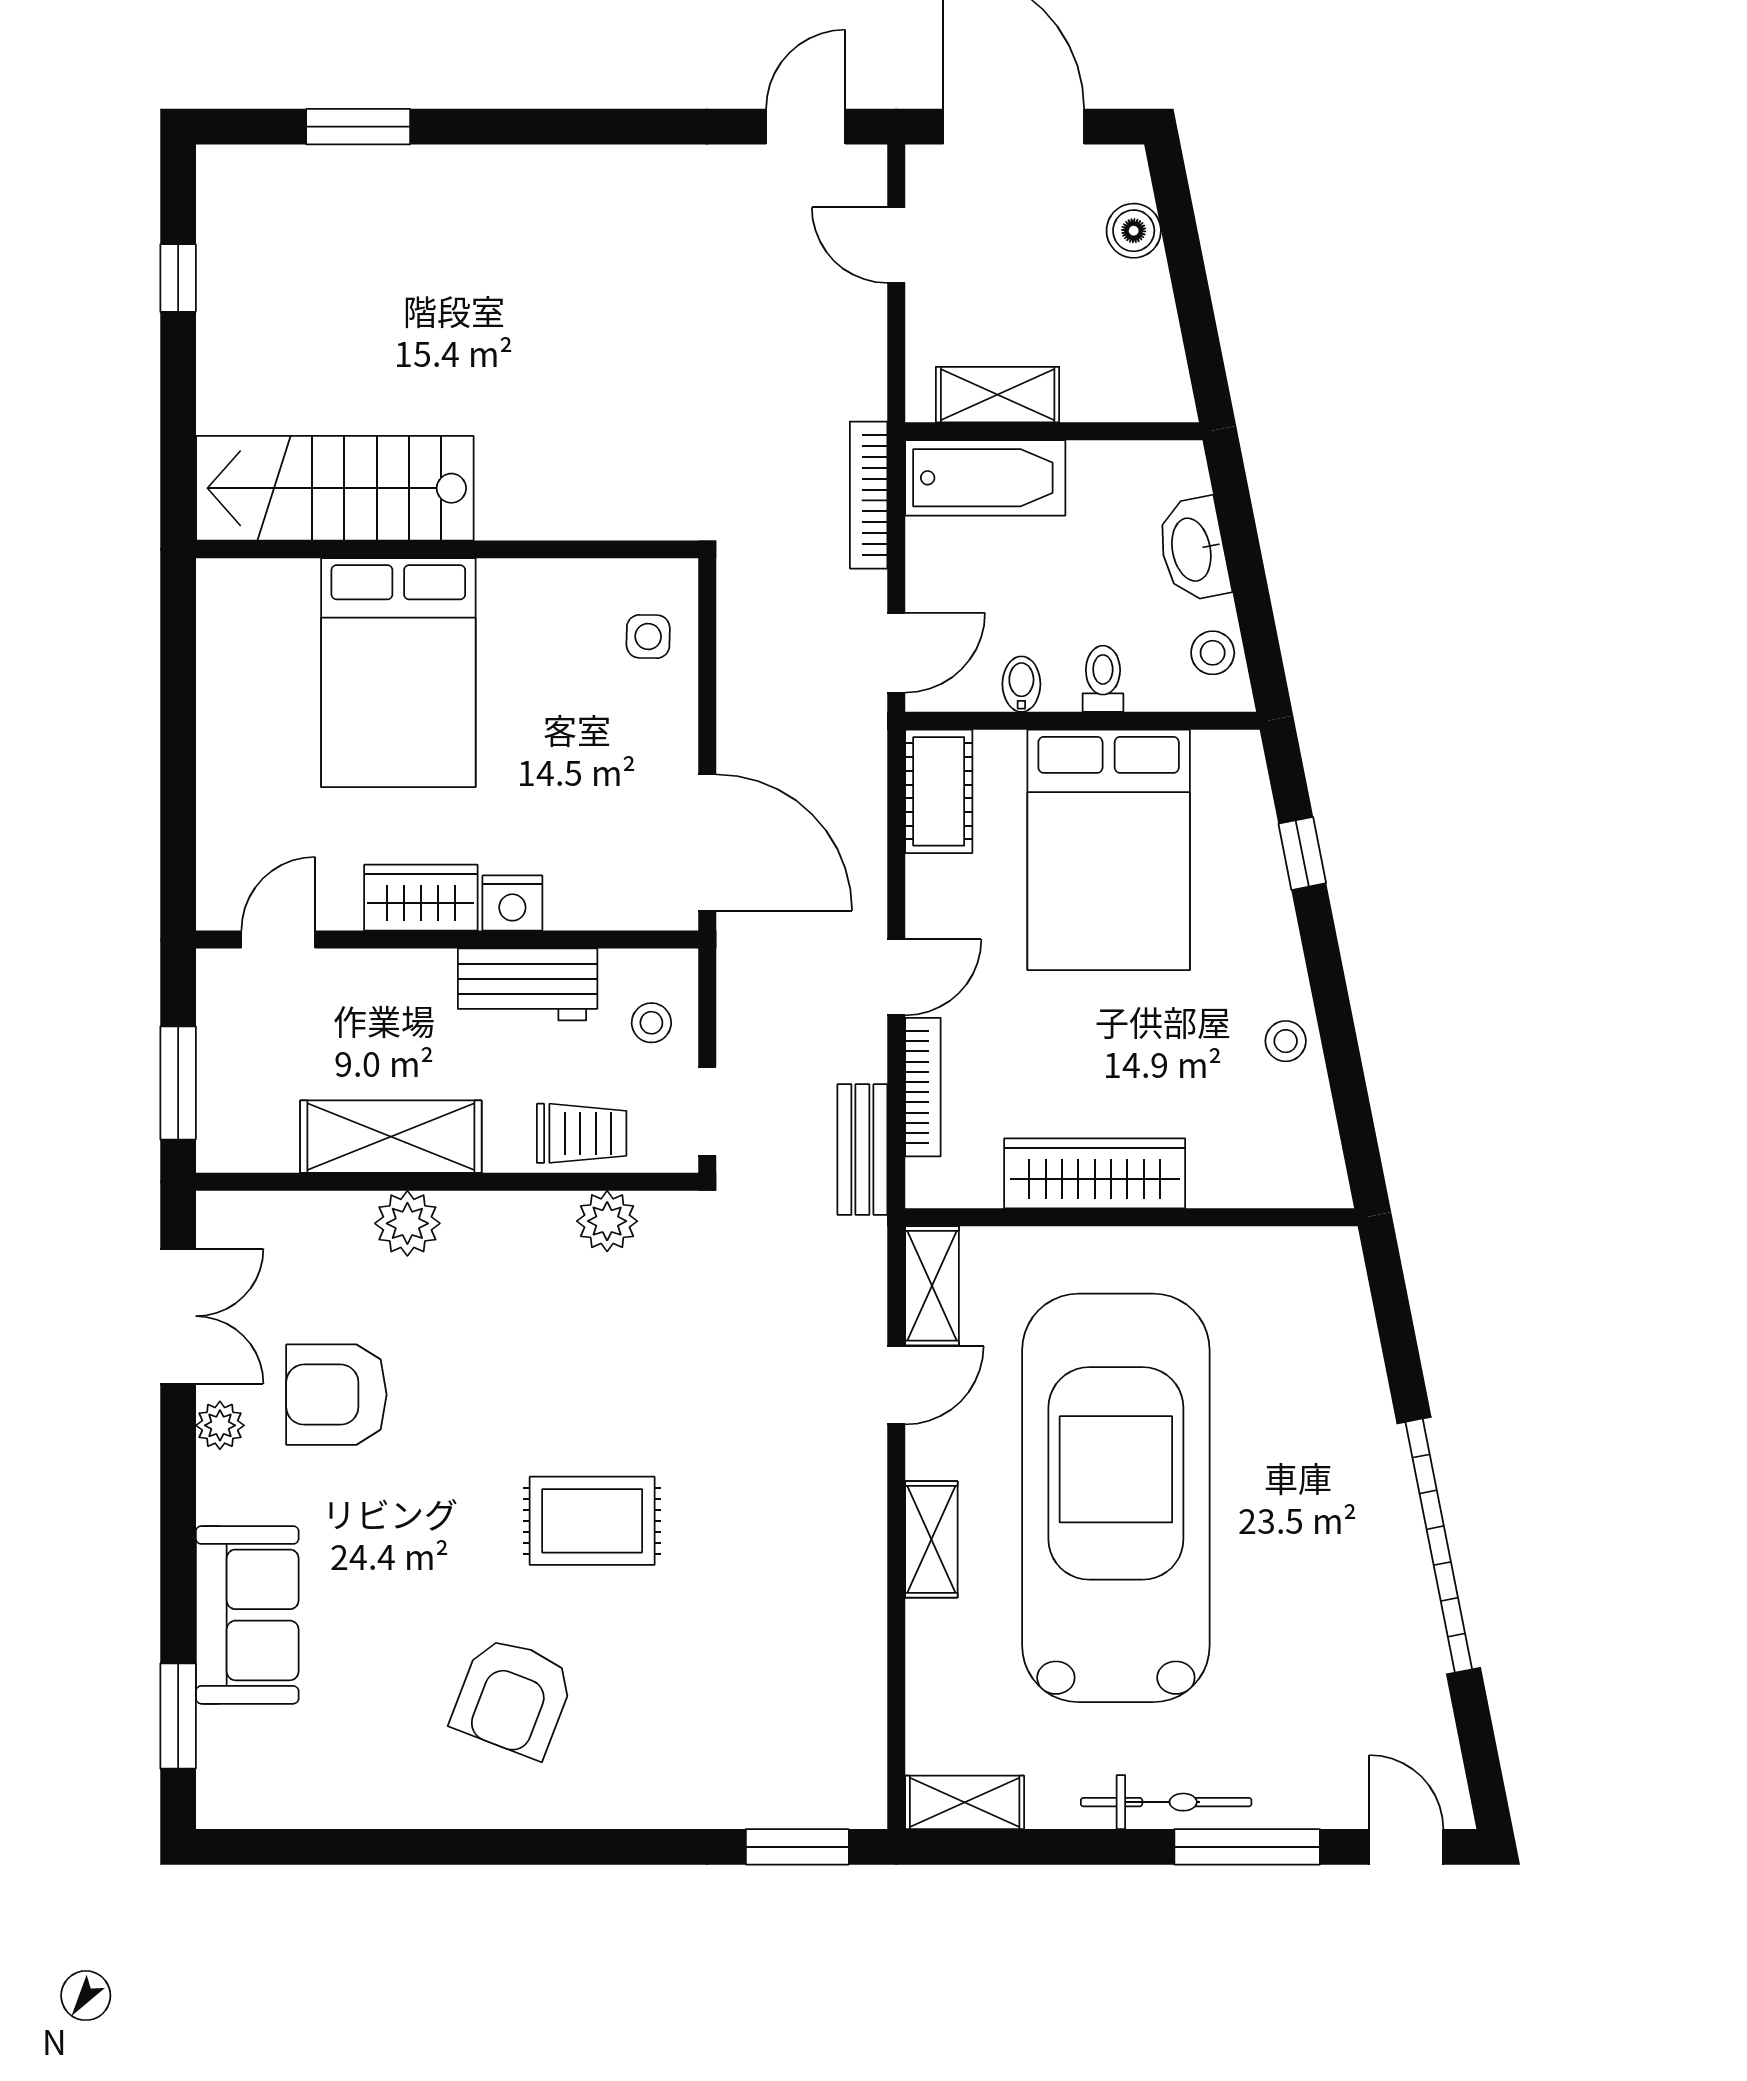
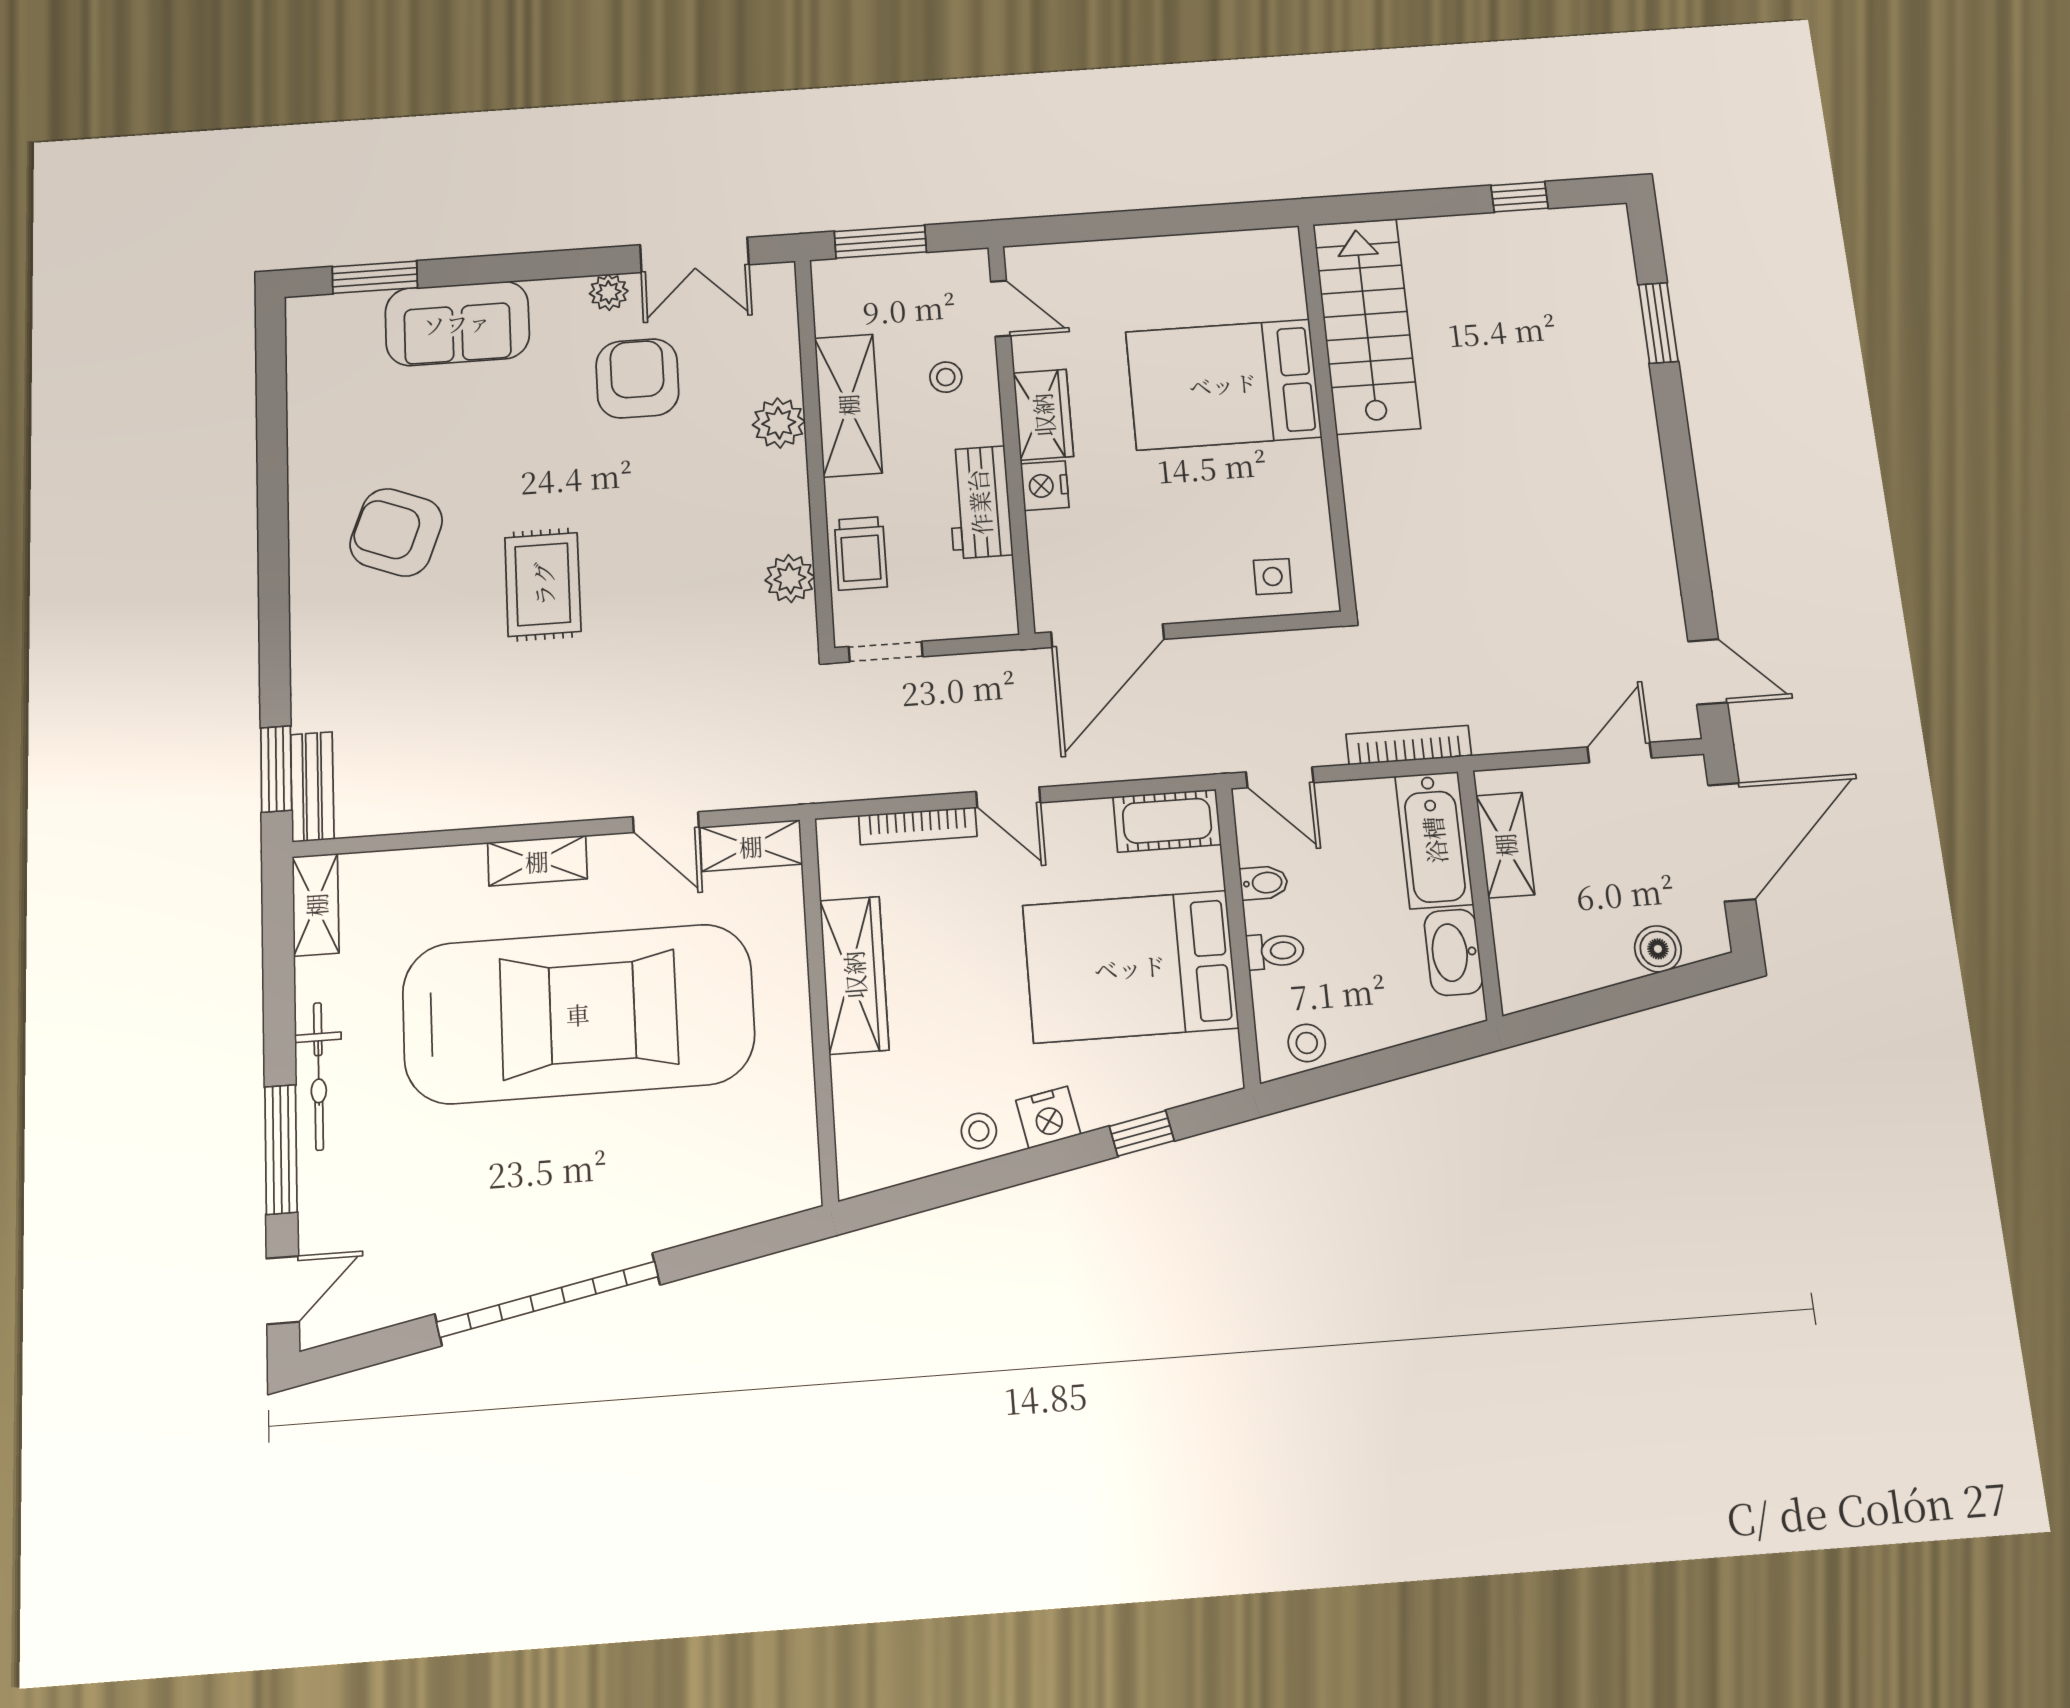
washbasin: (1193, 549) -> (1453, 952), moved, turned -79
nightstand: (1276, 960) -> (1048, 1117), added
stool: (651, 1023) -> (946, 377), moved
bench: (862, 1150) -> (312, 787), moved, turned 90

